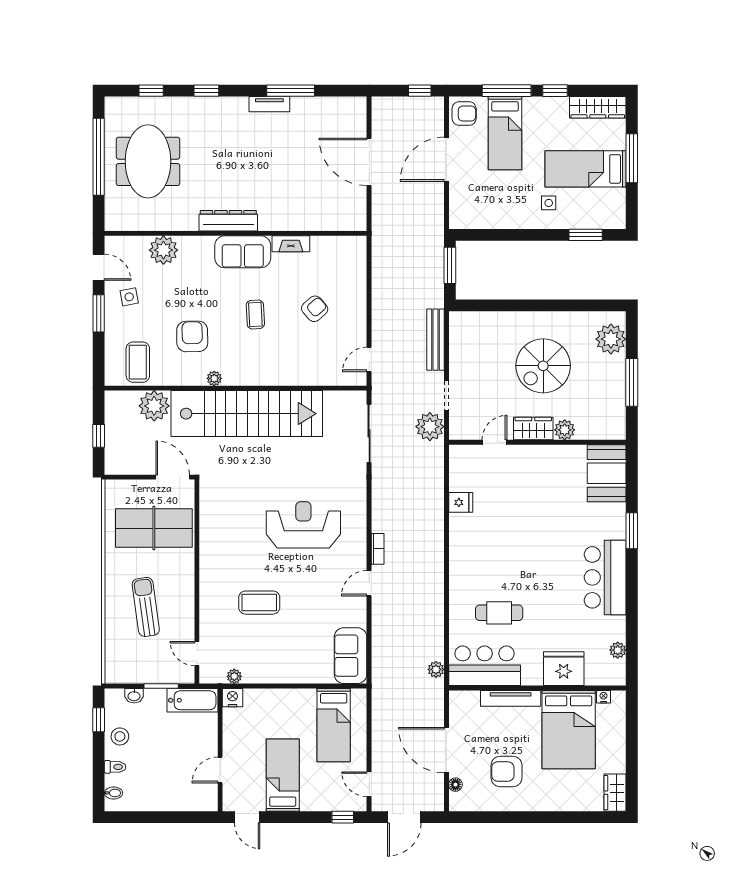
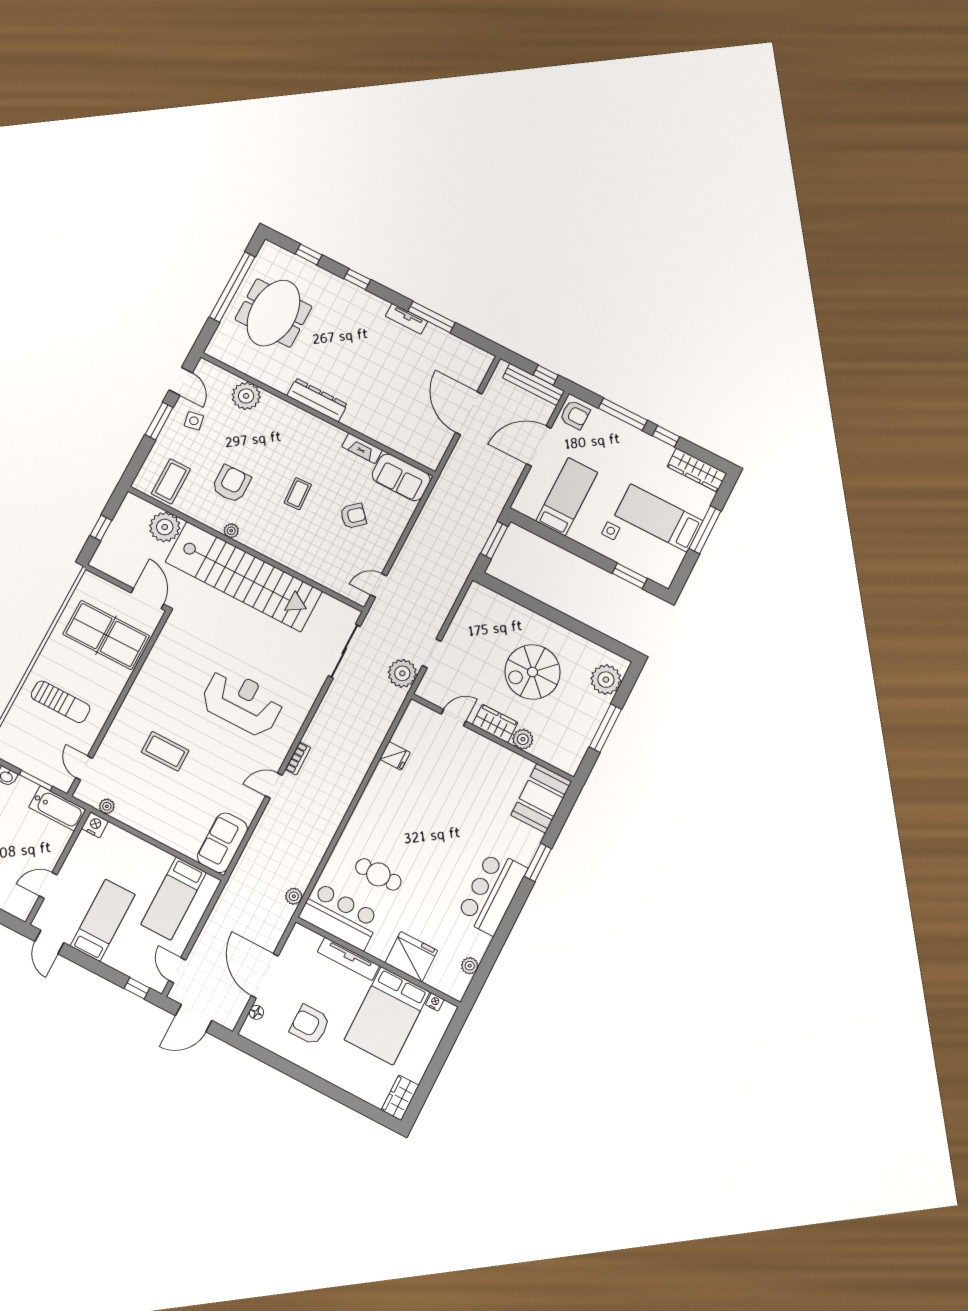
bed: (505, 133) -> (567, 497), moved, turned 180
sofa: (243, 252) -> (401, 477), moved
bench: (436, 340) -> (533, 384), moved, turned 90
sun lounger: (146, 607) -> (61, 702), turned 98

